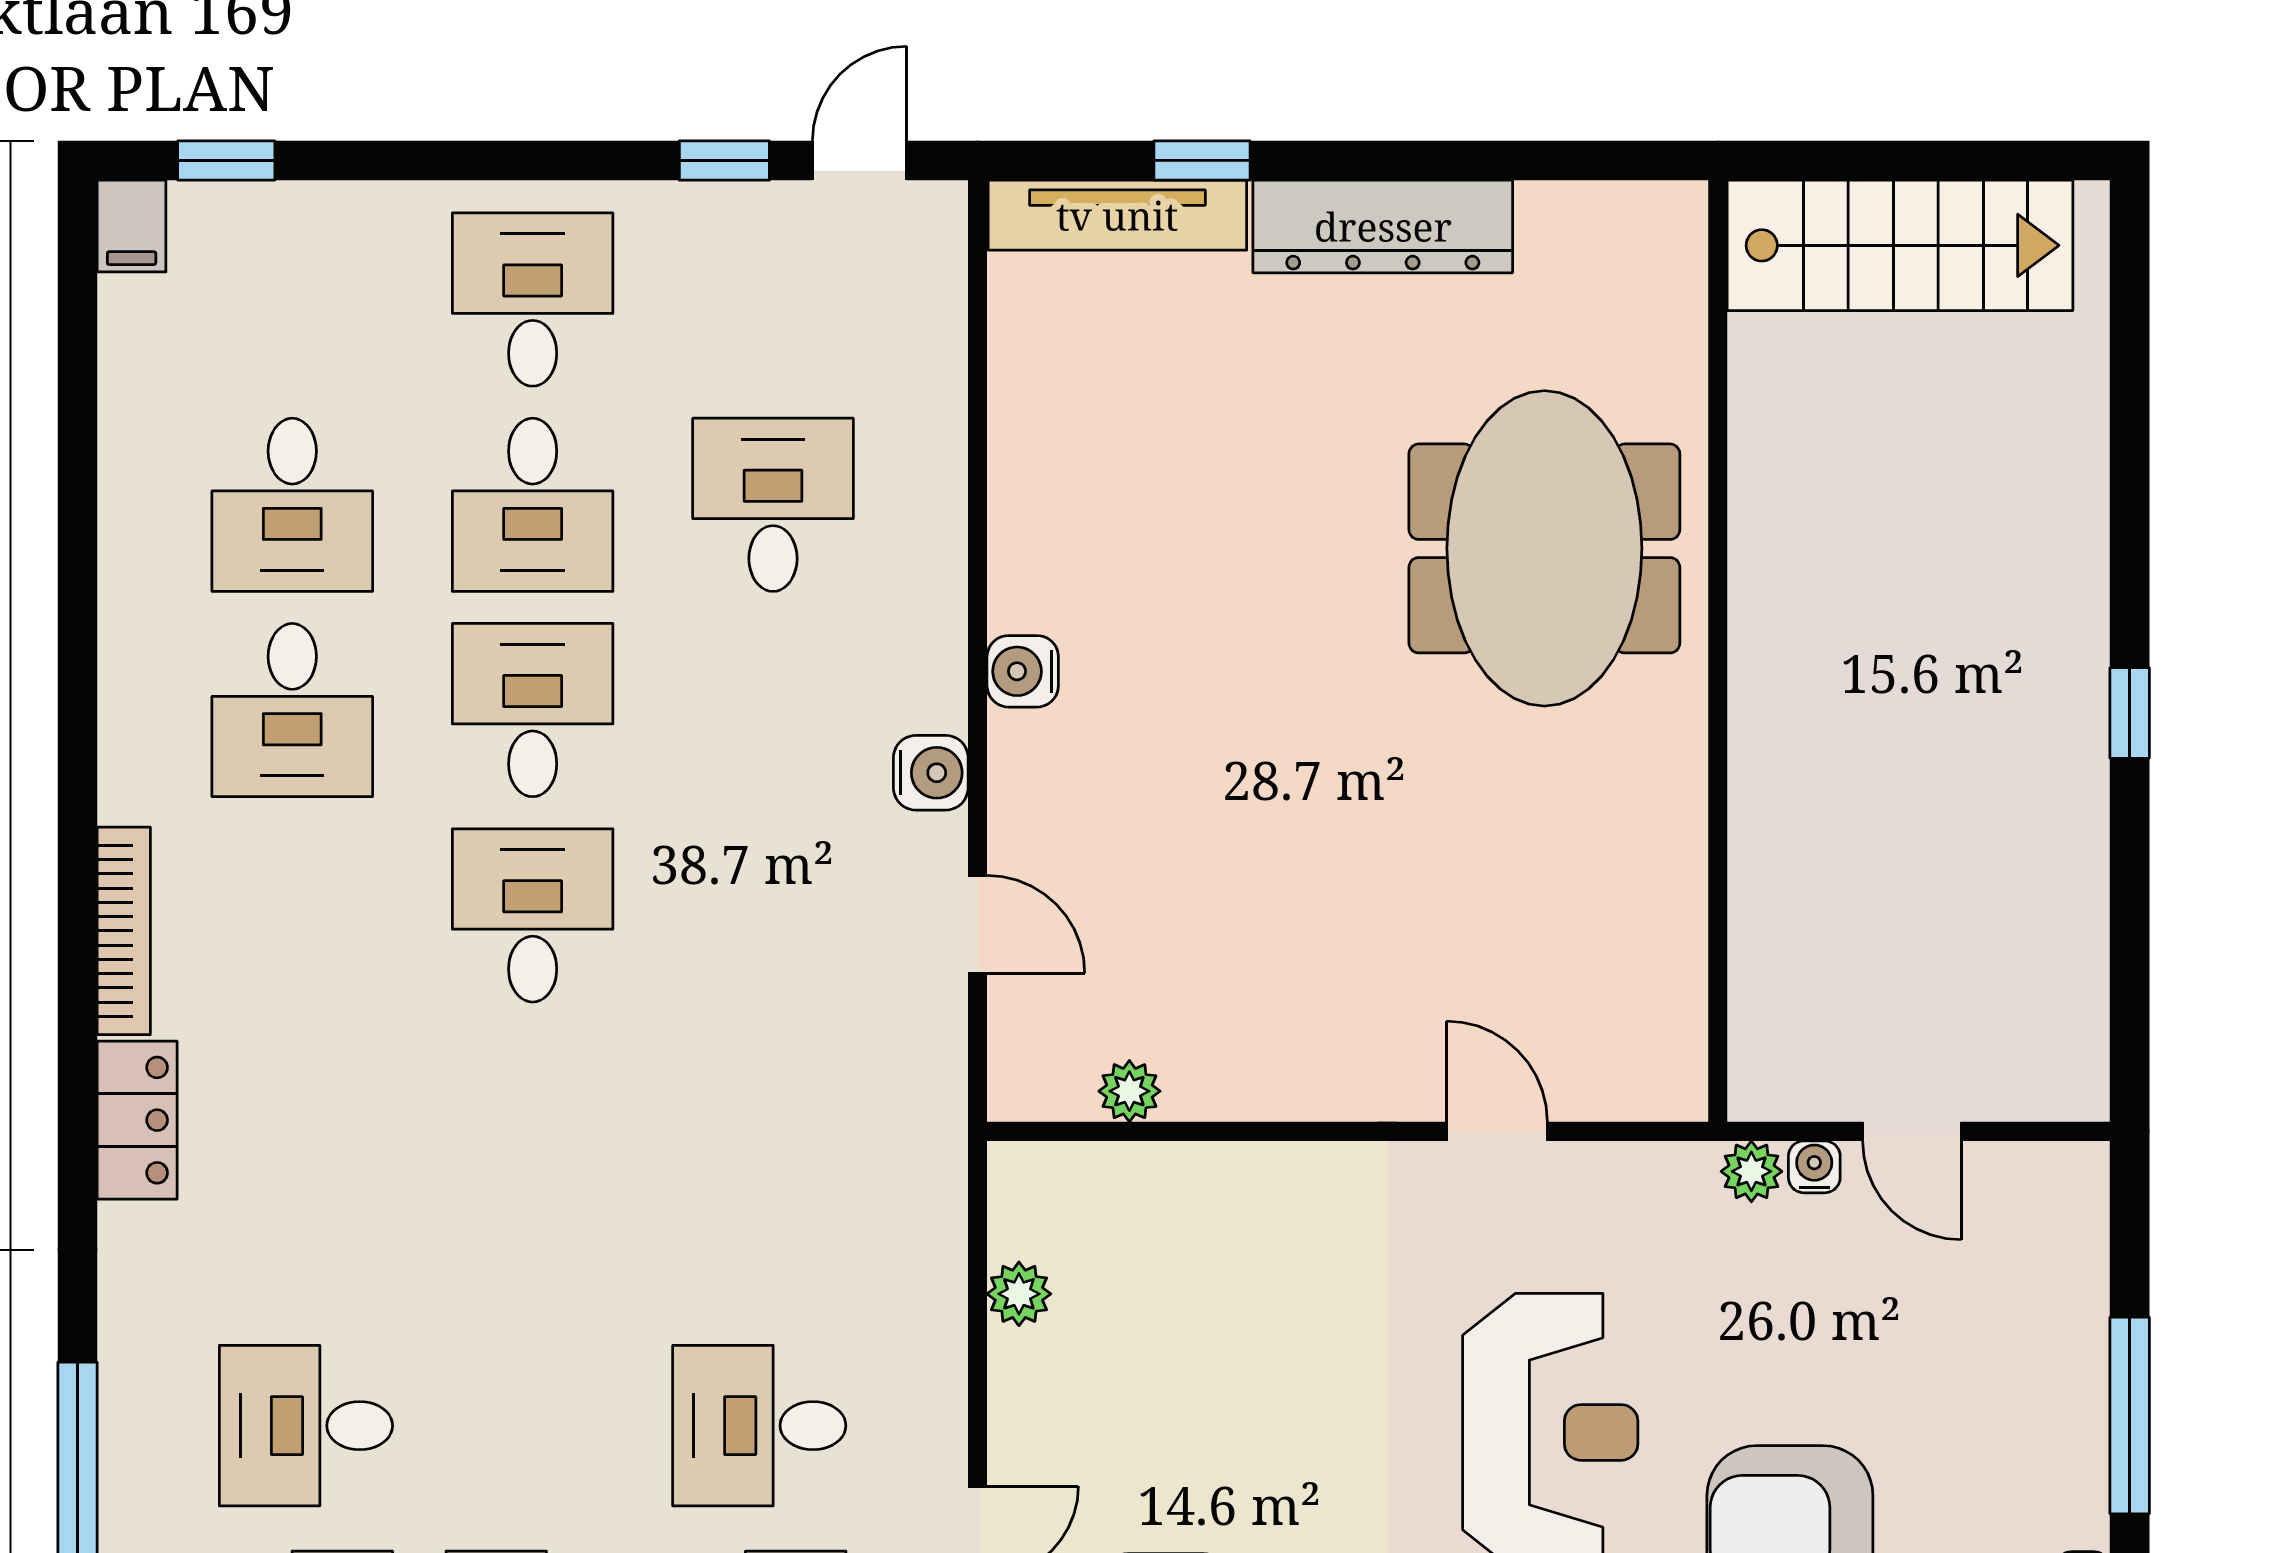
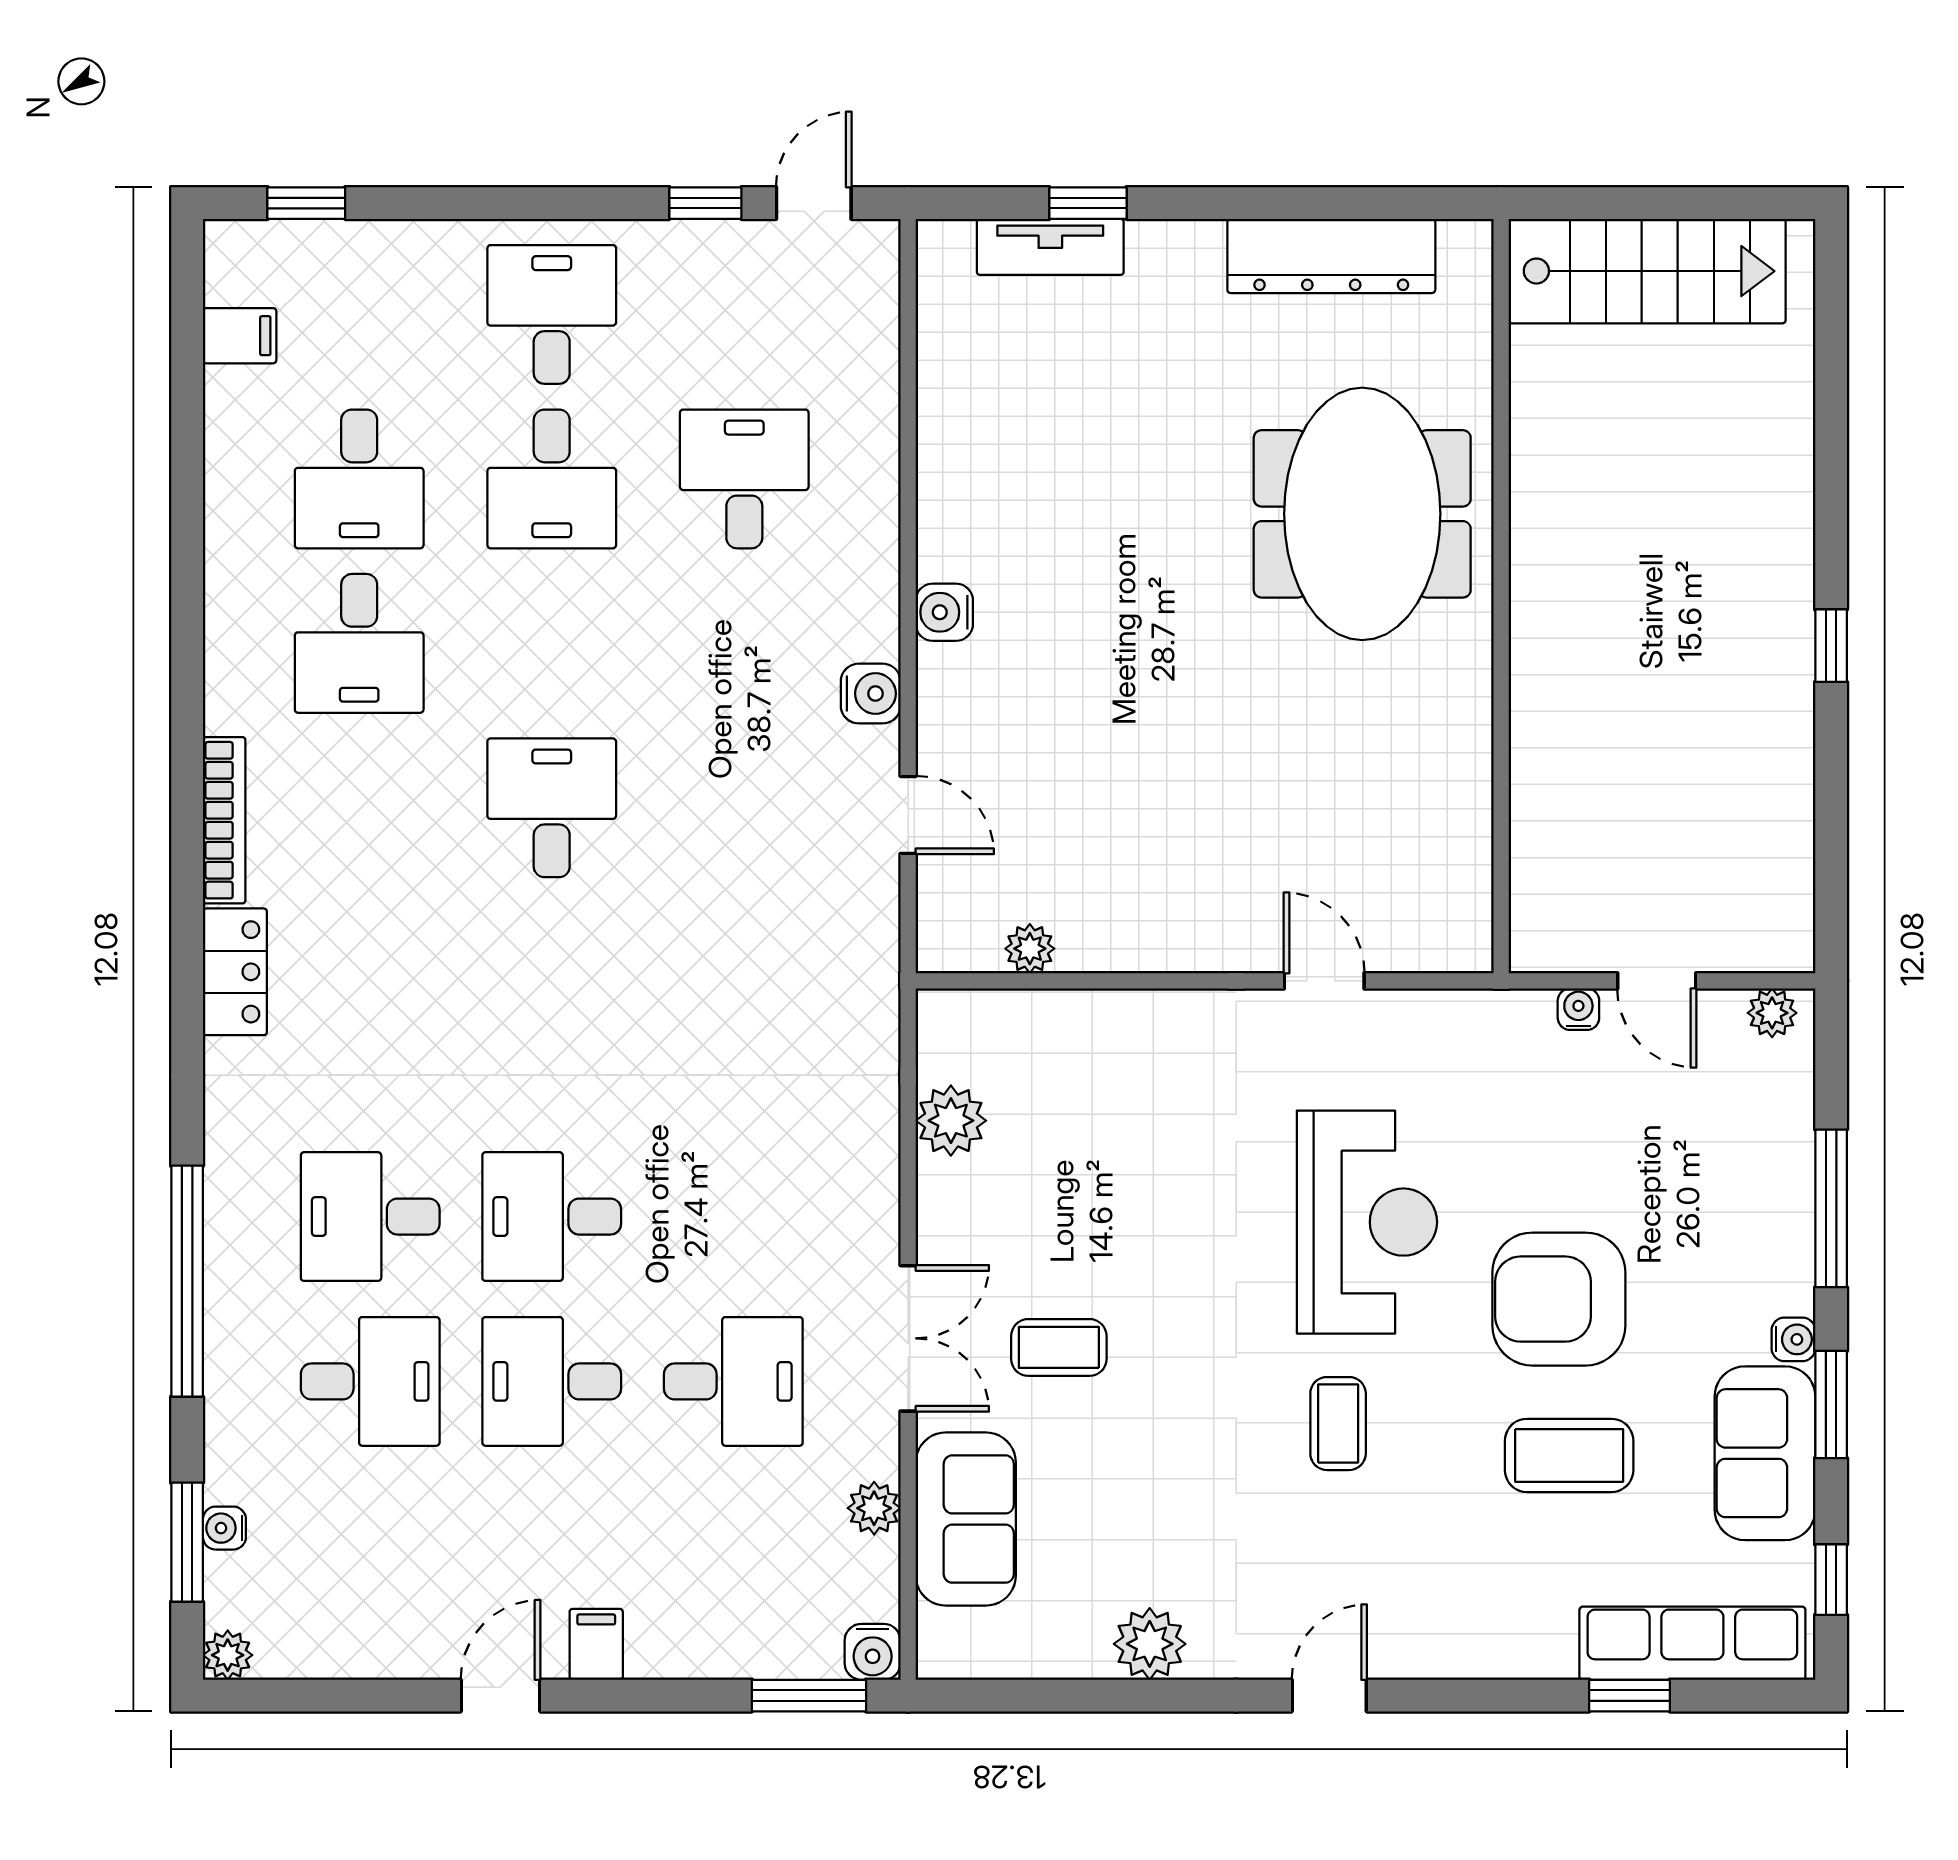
tv unit: (1117, 215) -> (1050, 247), width x0.71
filing cabinet: (132, 226) -> (240, 336), moved, turned -90
dresser: (1383, 226) -> (1331, 256), moved
desk: (533, 710) -> (552, 643), removed
plant: (1751, 1171) -> (1772, 1013), moved
plant: (1019, 1294) -> (951, 1121), width x1.38, depth x1.38
desk: (759, 1426) -> (552, 1217), moved

